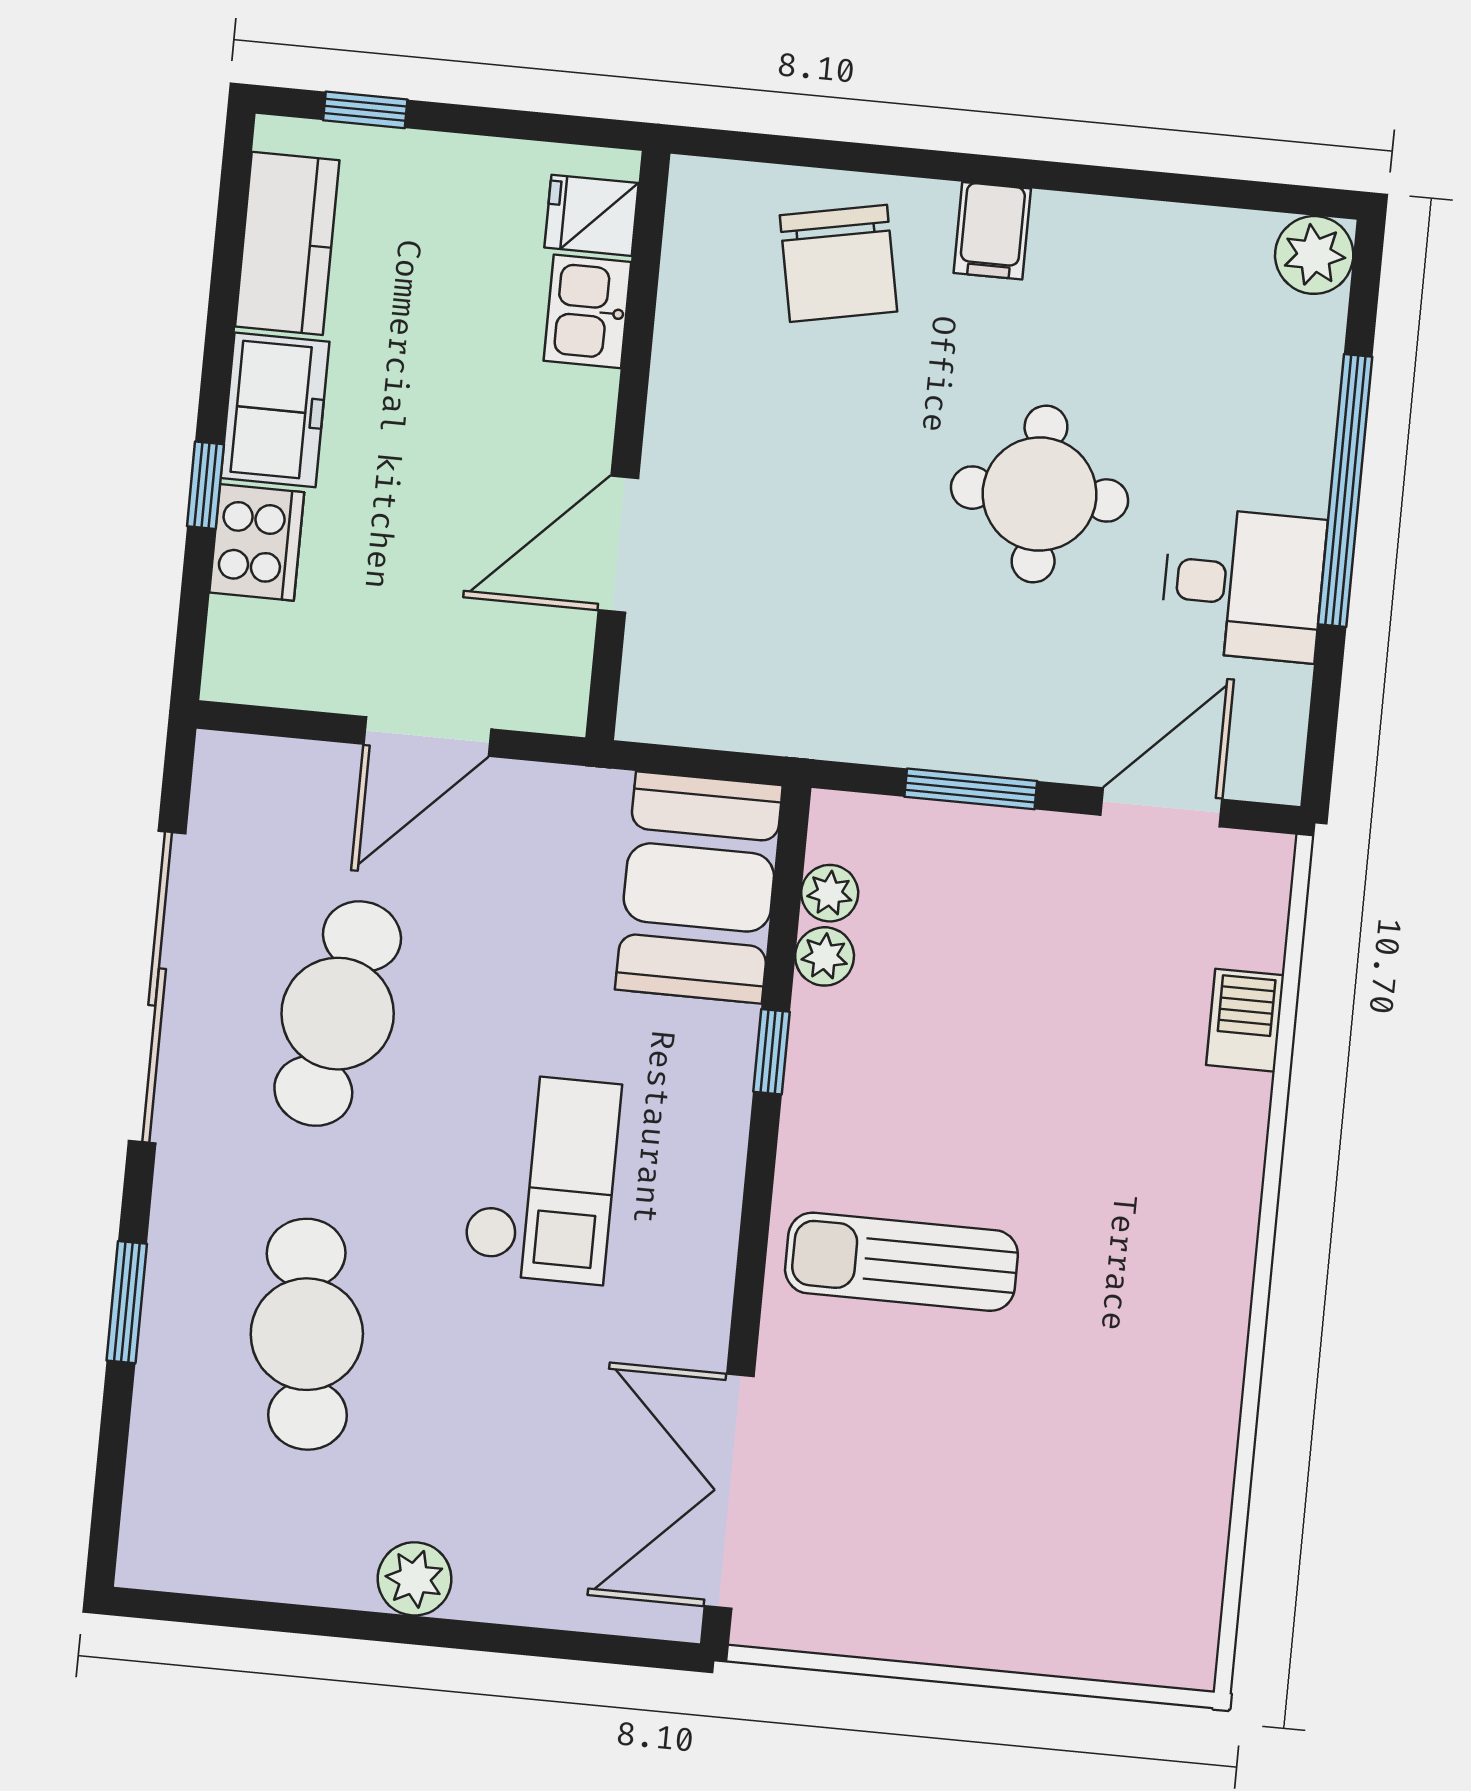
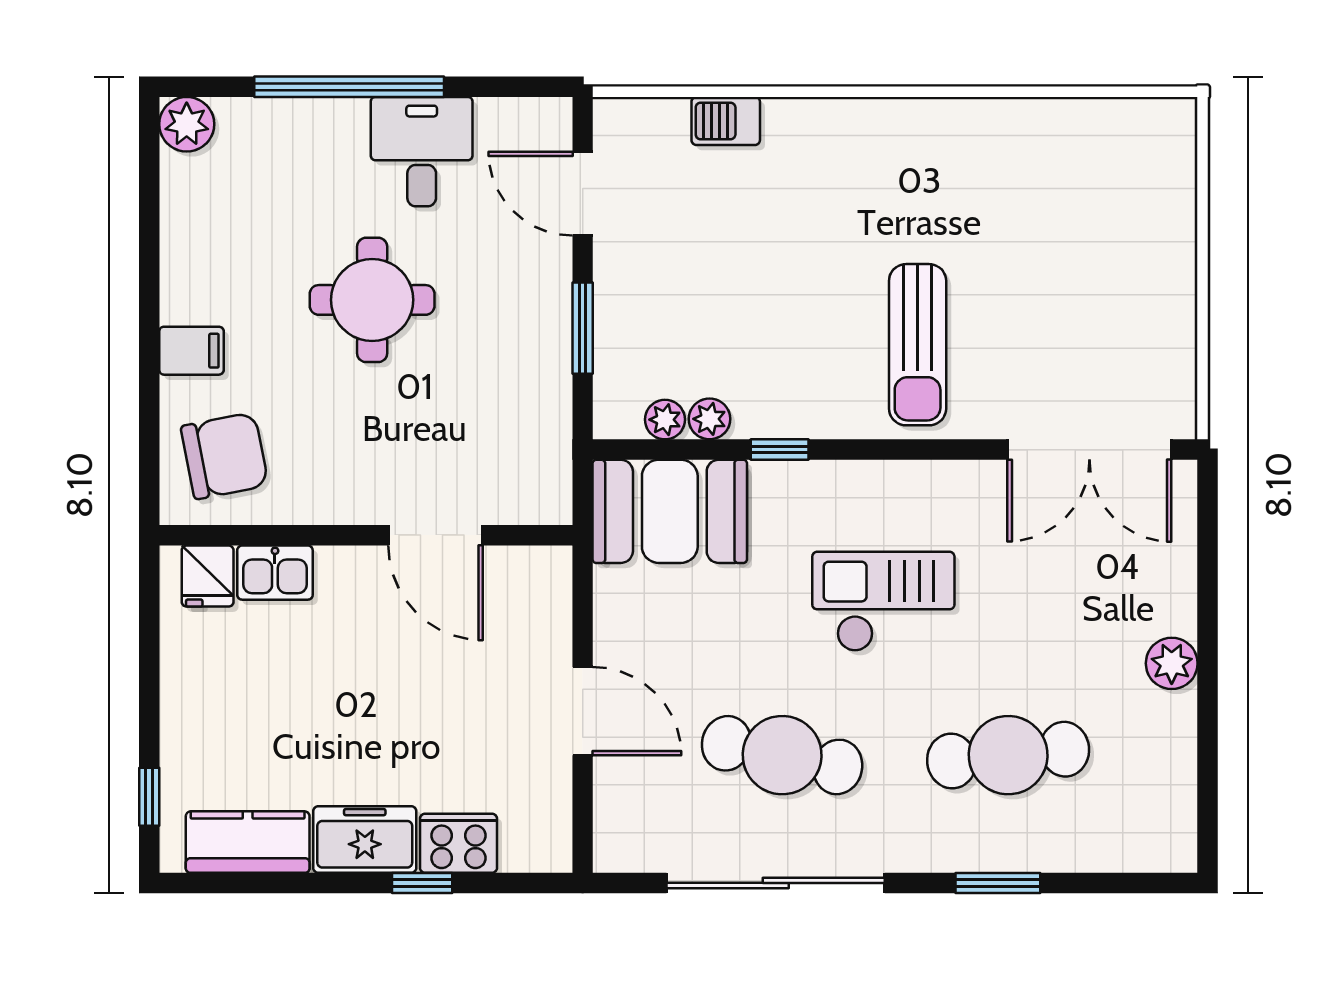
fridge: (592, 215) -> (208, 576), moved
kitchen sink: (587, 311) -> (275, 573), moved
wall: (628, 446) -> (366, 535), moved
door: (618, 544) -> (436, 535), moved

